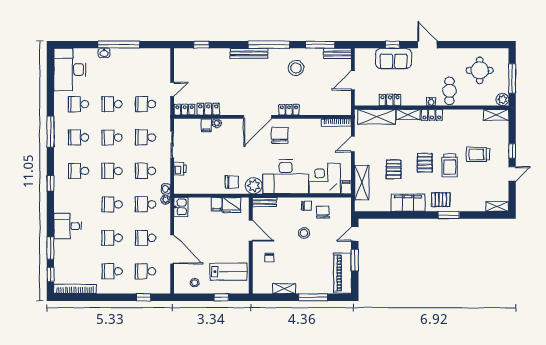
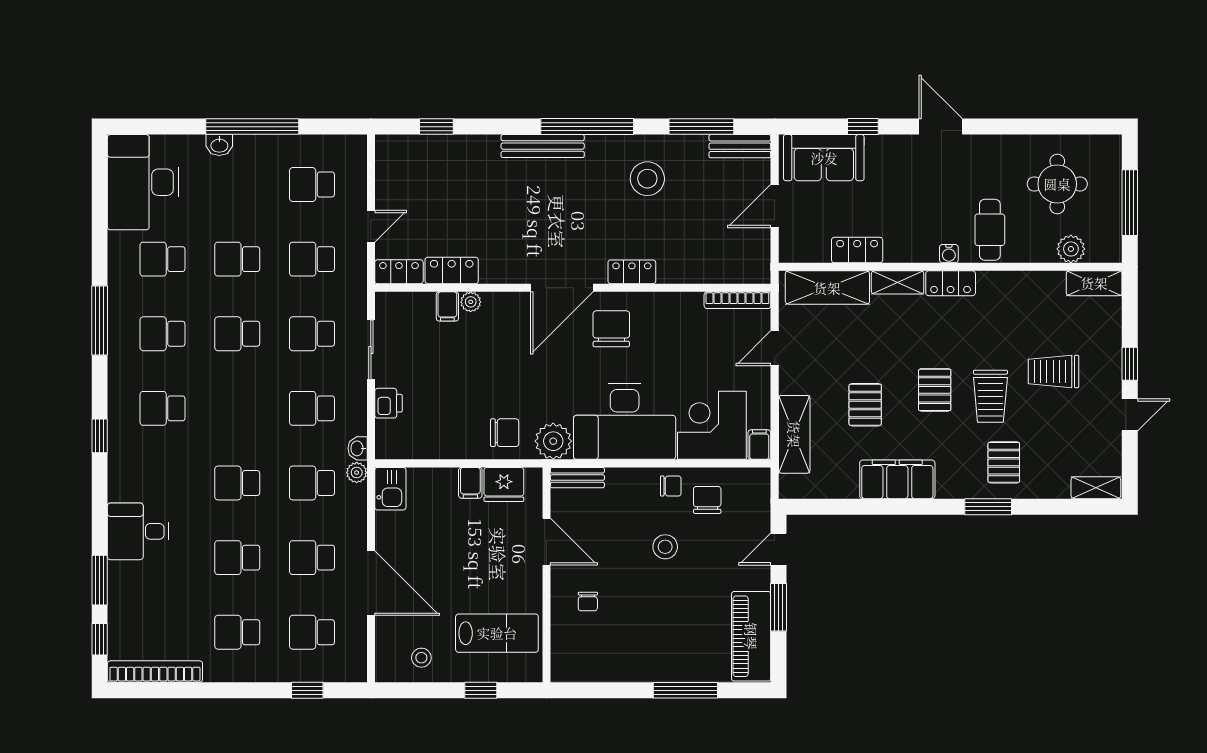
sofa: (394, 59) -> (824, 158), moved
plant: (502, 99) -> (1071, 249), moved
school desk: (112, 171) -> (312, 185), moved
pallet: (441, 200) -> (1004, 462), moved, turned 90
shelving: (284, 289) -> (621, 671), removed

